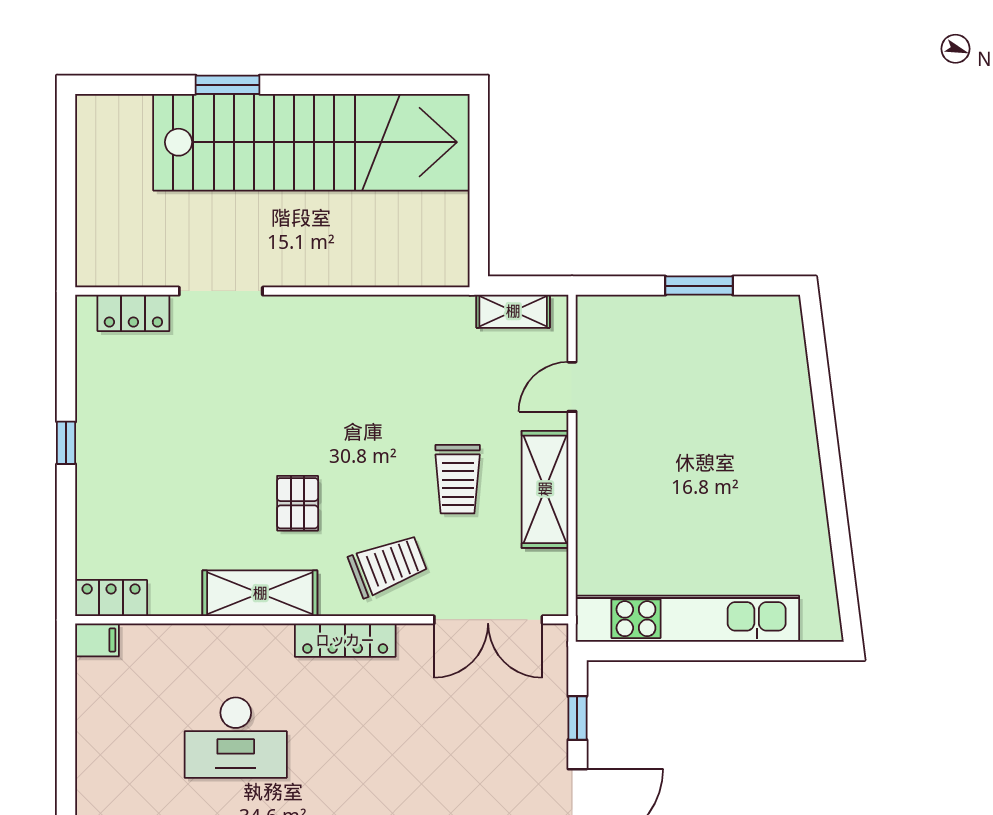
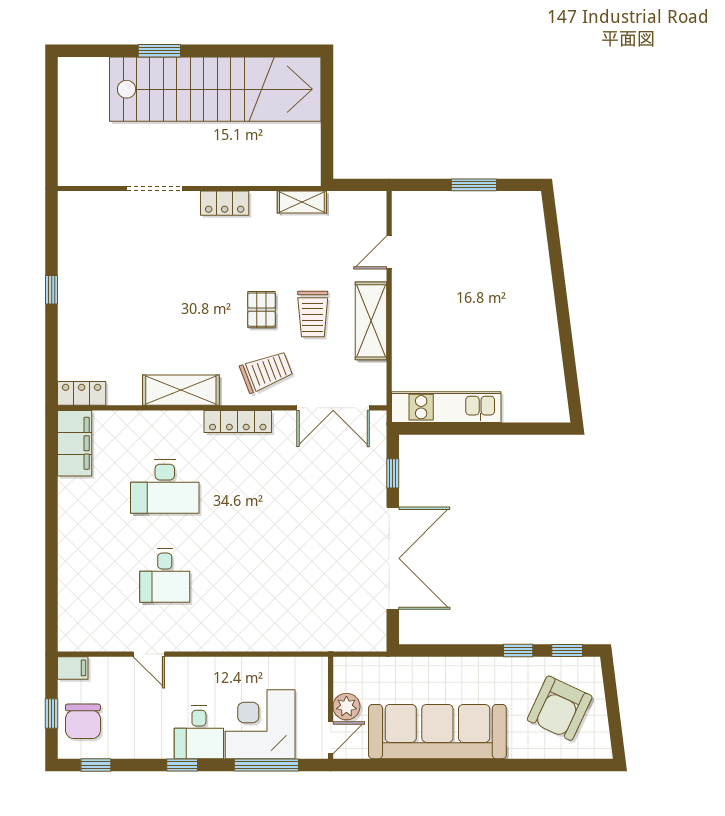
shelving: (513, 311) -> (302, 202), moved
locker: (133, 313) -> (225, 203), moved
pallet: (298, 503) -> (261, 310), moved
kitchen unit: (687, 619) -> (446, 407), width x0.73
filing cabinet: (97, 640) -> (75, 443), width x3.00, depth x1.17

